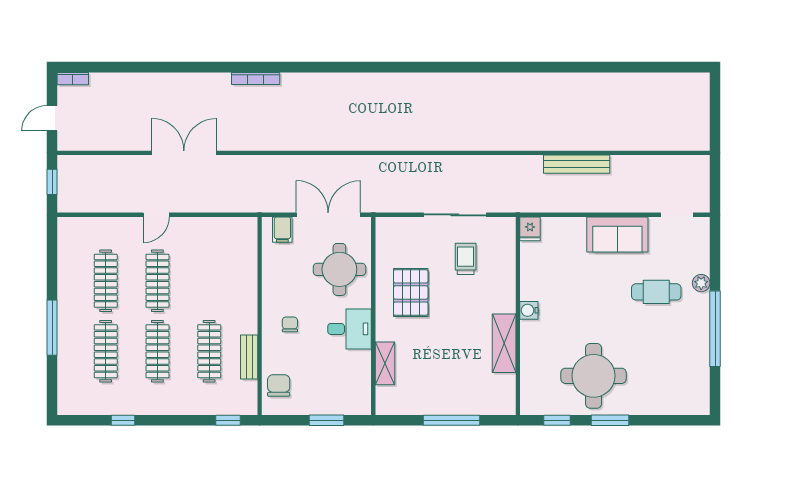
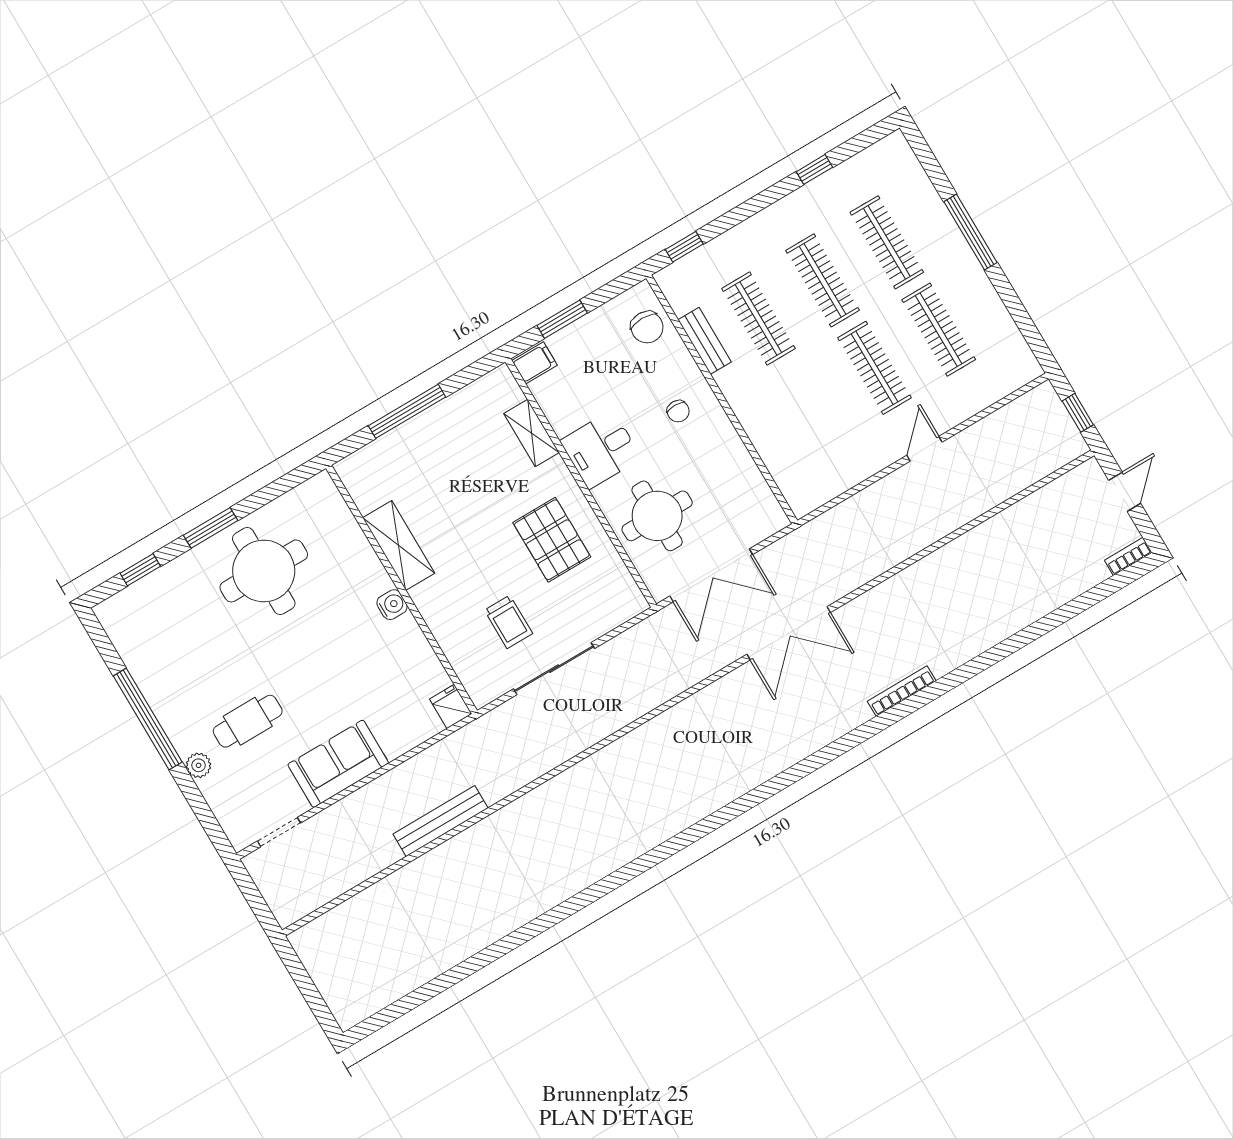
double door: (184, 153) -> (789, 633), moved
filing cabinet: (282, 230) -> (534, 363), moved, turned 90
window: (557, 420) -> (140, 570), moved

